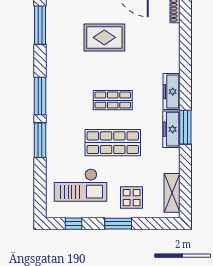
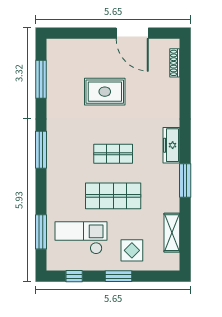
freezer: (171, 129) -> (171, 183), removed
window: (40, 140) -> (41, 232), moved
checkout: (80, 185) -> (81, 238), turned 180
shelving: (172, 193) -> (172, 233), moved

